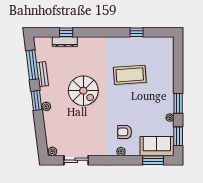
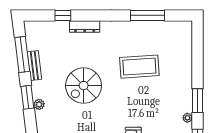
window: (137, 32) -> (148, 15), width x2.17
dresser: (65, 42) -> (85, 27), moved
spiral stairs: (83, 91) -> (84, 86), turned 90

